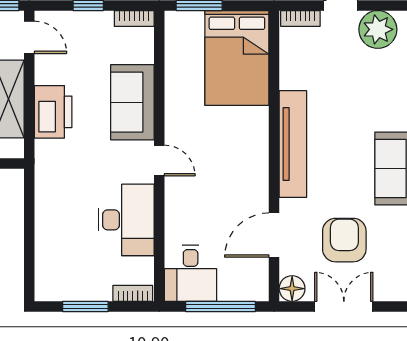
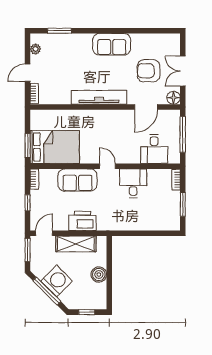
plant: (378, 29) -> (35, 49), width x0.53, depth x0.53
bed: (237, 58) -> (55, 147), moved
door: (159, 161) -> (108, 166), hinge flipped
desk: (126, 220) -> (133, 183), width x0.73
door: (274, 235) -> (146, 107), hinge flipped
desk: (191, 273) -> (154, 149), moved, turned 90

